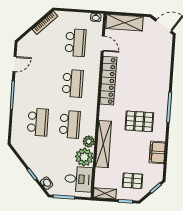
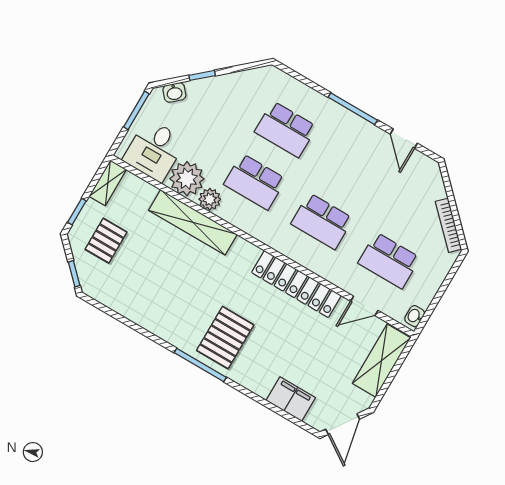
pallet: (139, 121) -> (225, 338), moved
filing cabinet: (157, 152) -> (291, 399), moved

